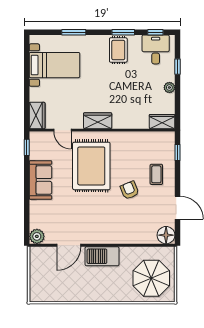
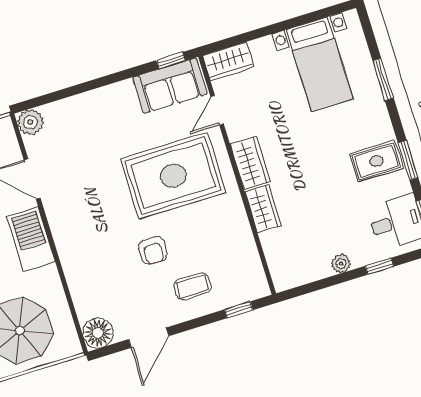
wardrobe: (162, 122) -> (263, 209), moved
sofa: (41, 180) -> (170, 86), moved
armchair: (130, 190) -> (153, 250), turned 112

